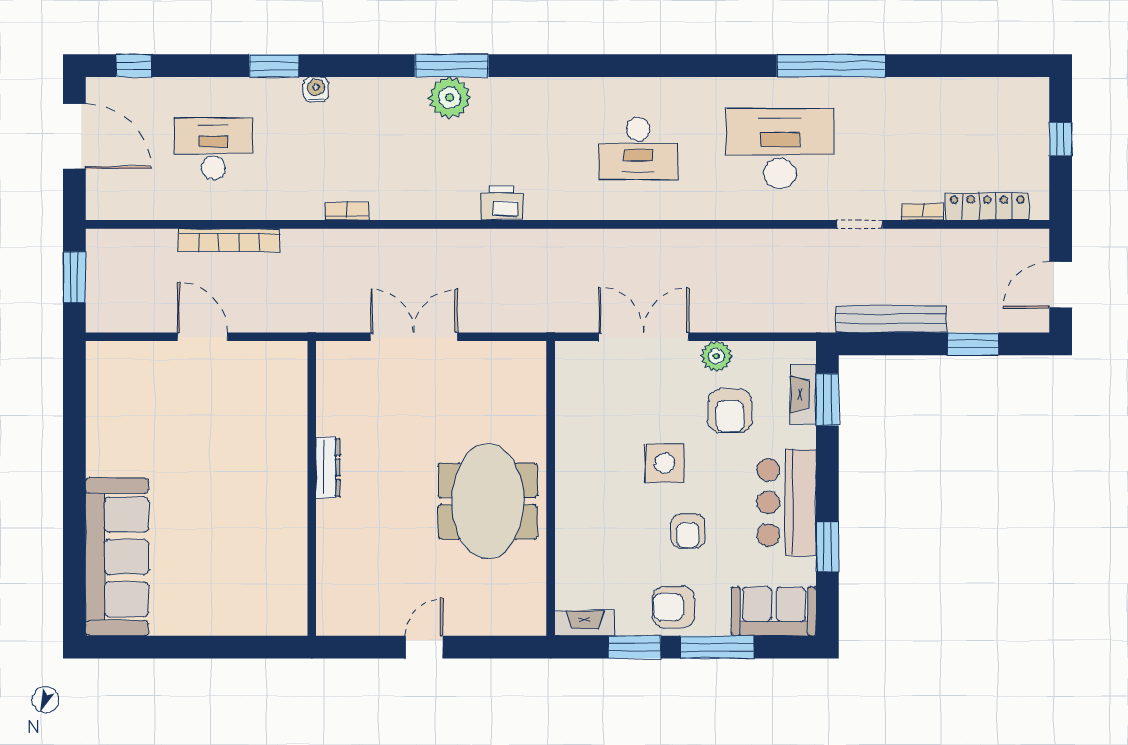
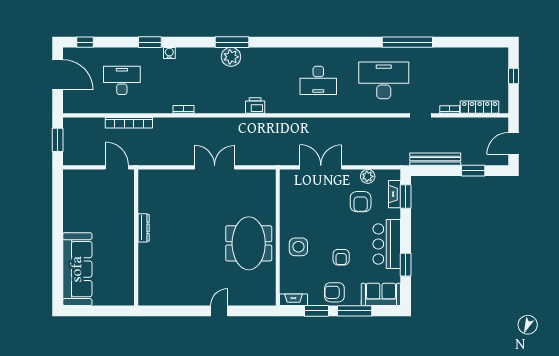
plant: (716, 356) -> (368, 176), moved
side table: (665, 463) -> (298, 247), moved
dresser: (328, 468) -> (144, 228), moved
wall: (312, 488) -> (136, 238), moved

